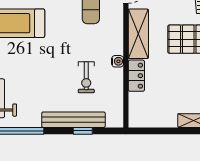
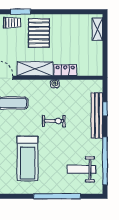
exercise bike: (86, 77) -> (54, 121), moved

